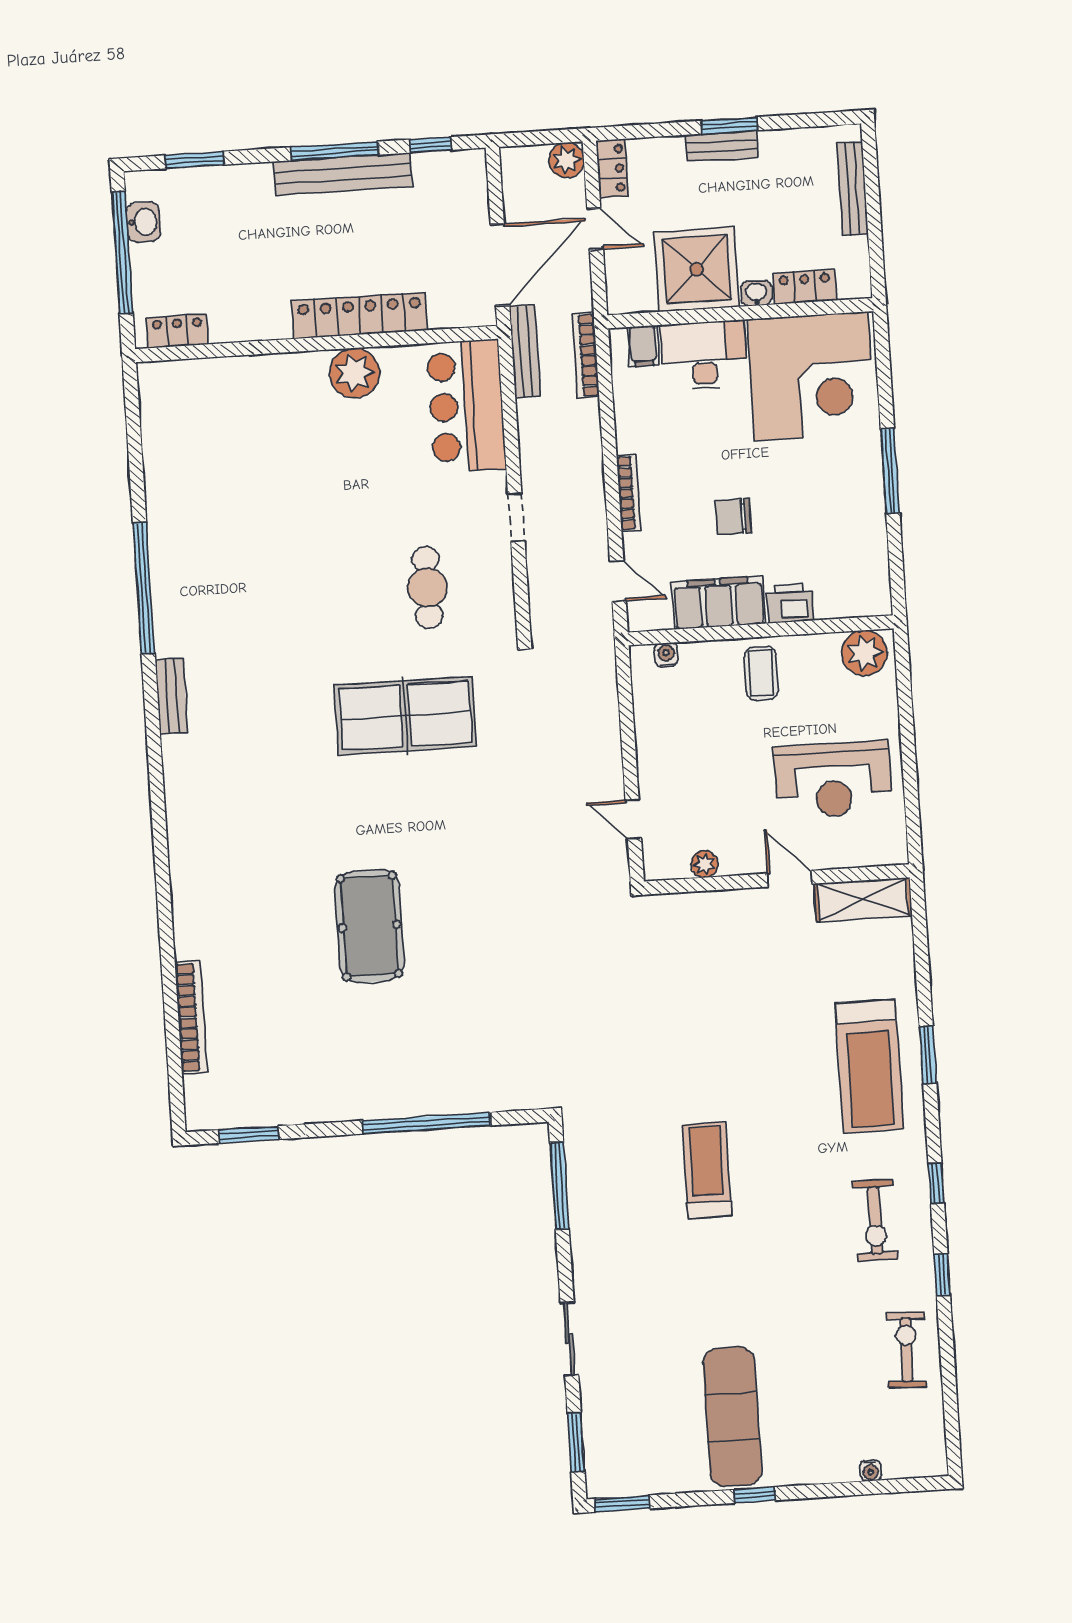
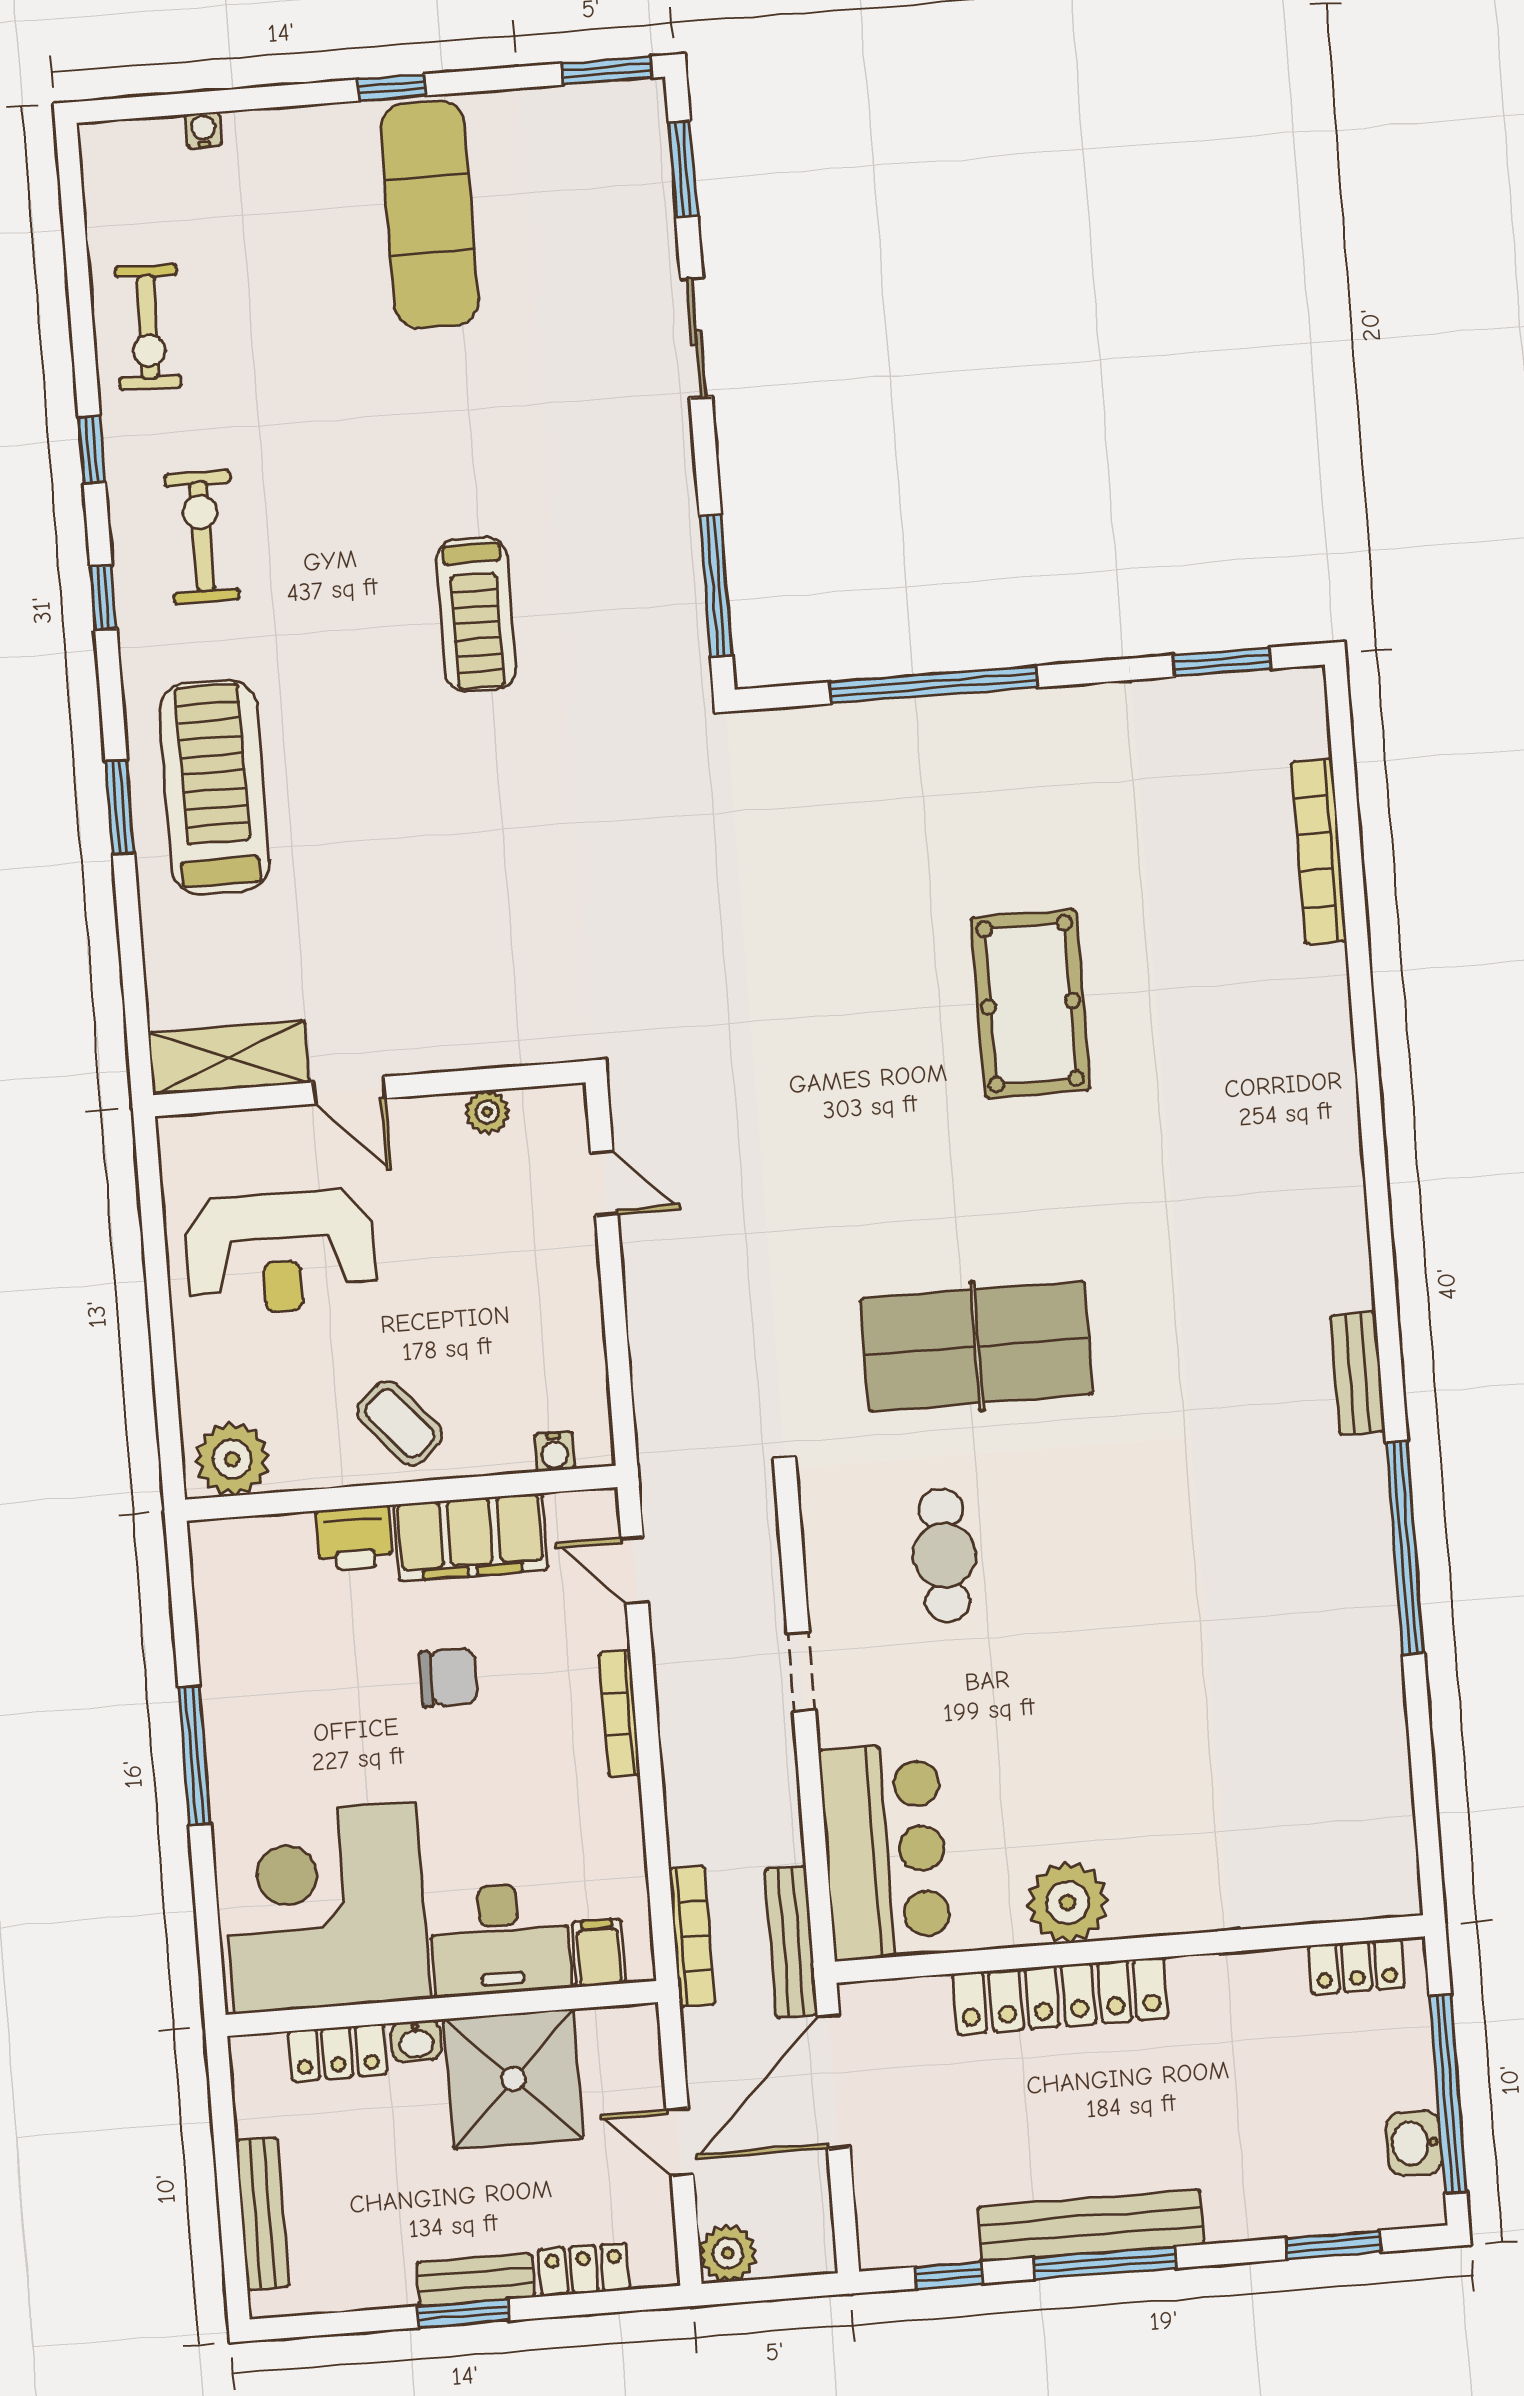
locker: (612, 168) -> (584, 2270), moved, turned 90
coffee table: (761, 673) -> (400, 1423), turned -41
reception desk: (833, 780) -> (280, 1252), turned 180

